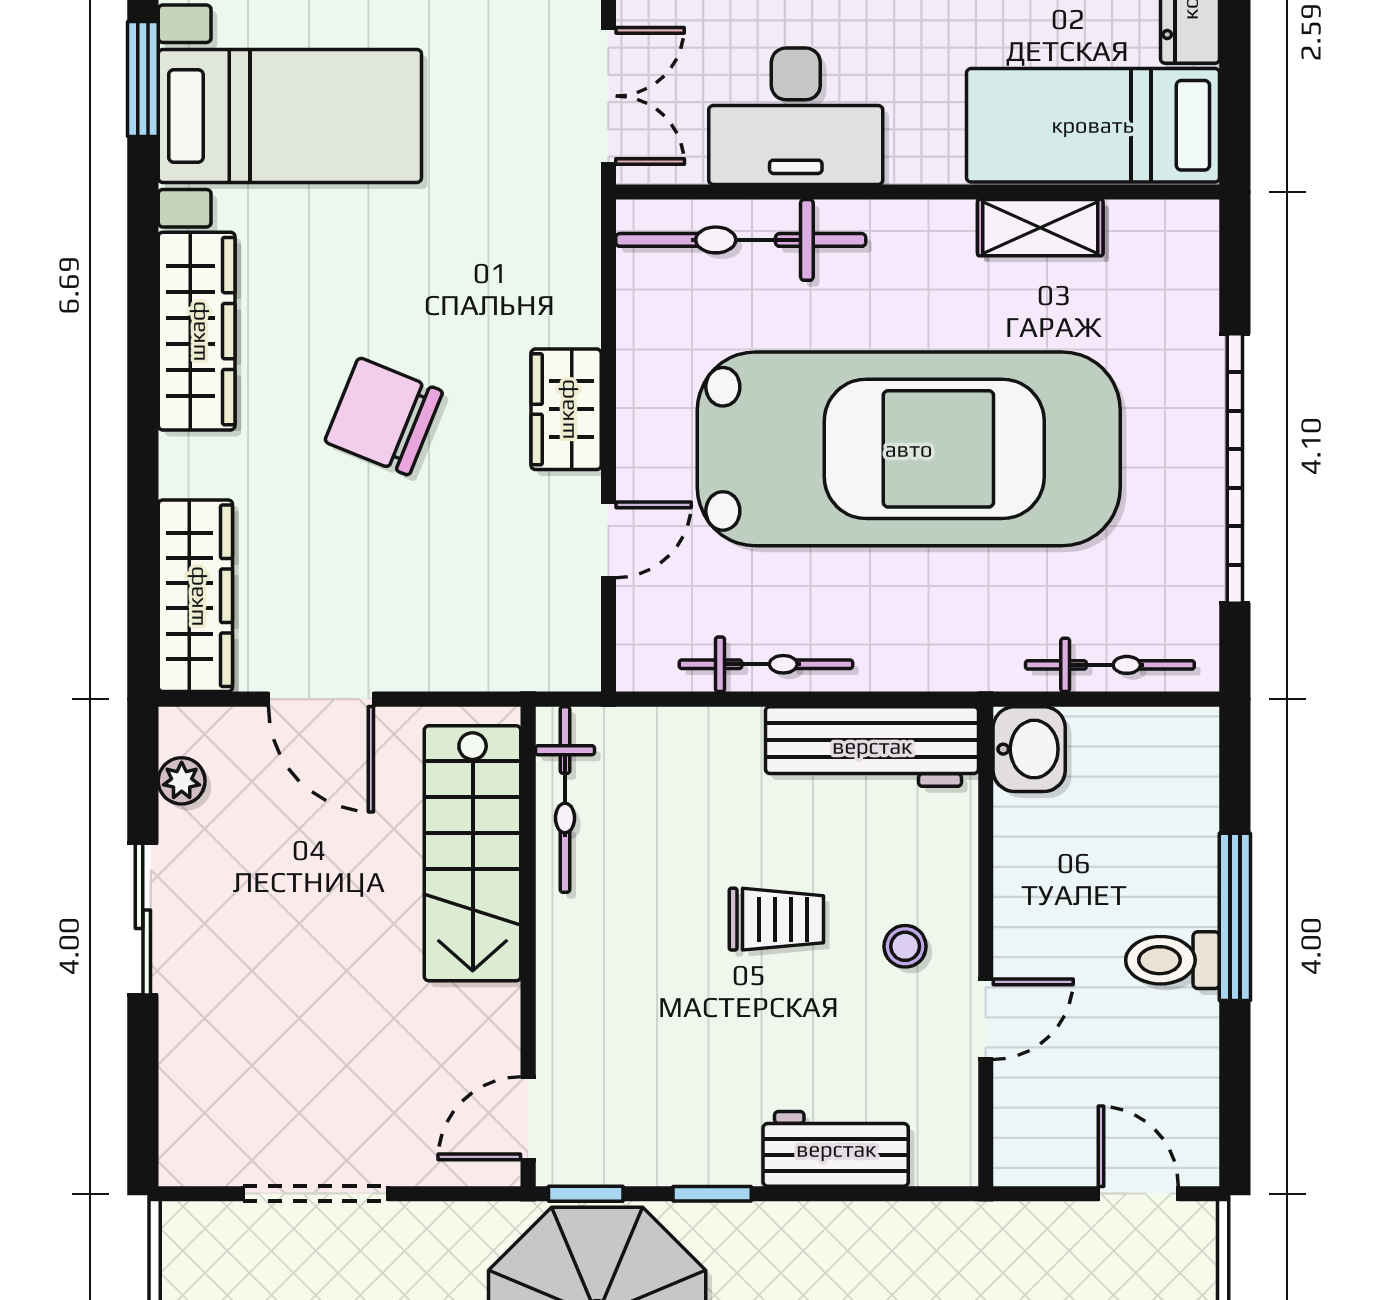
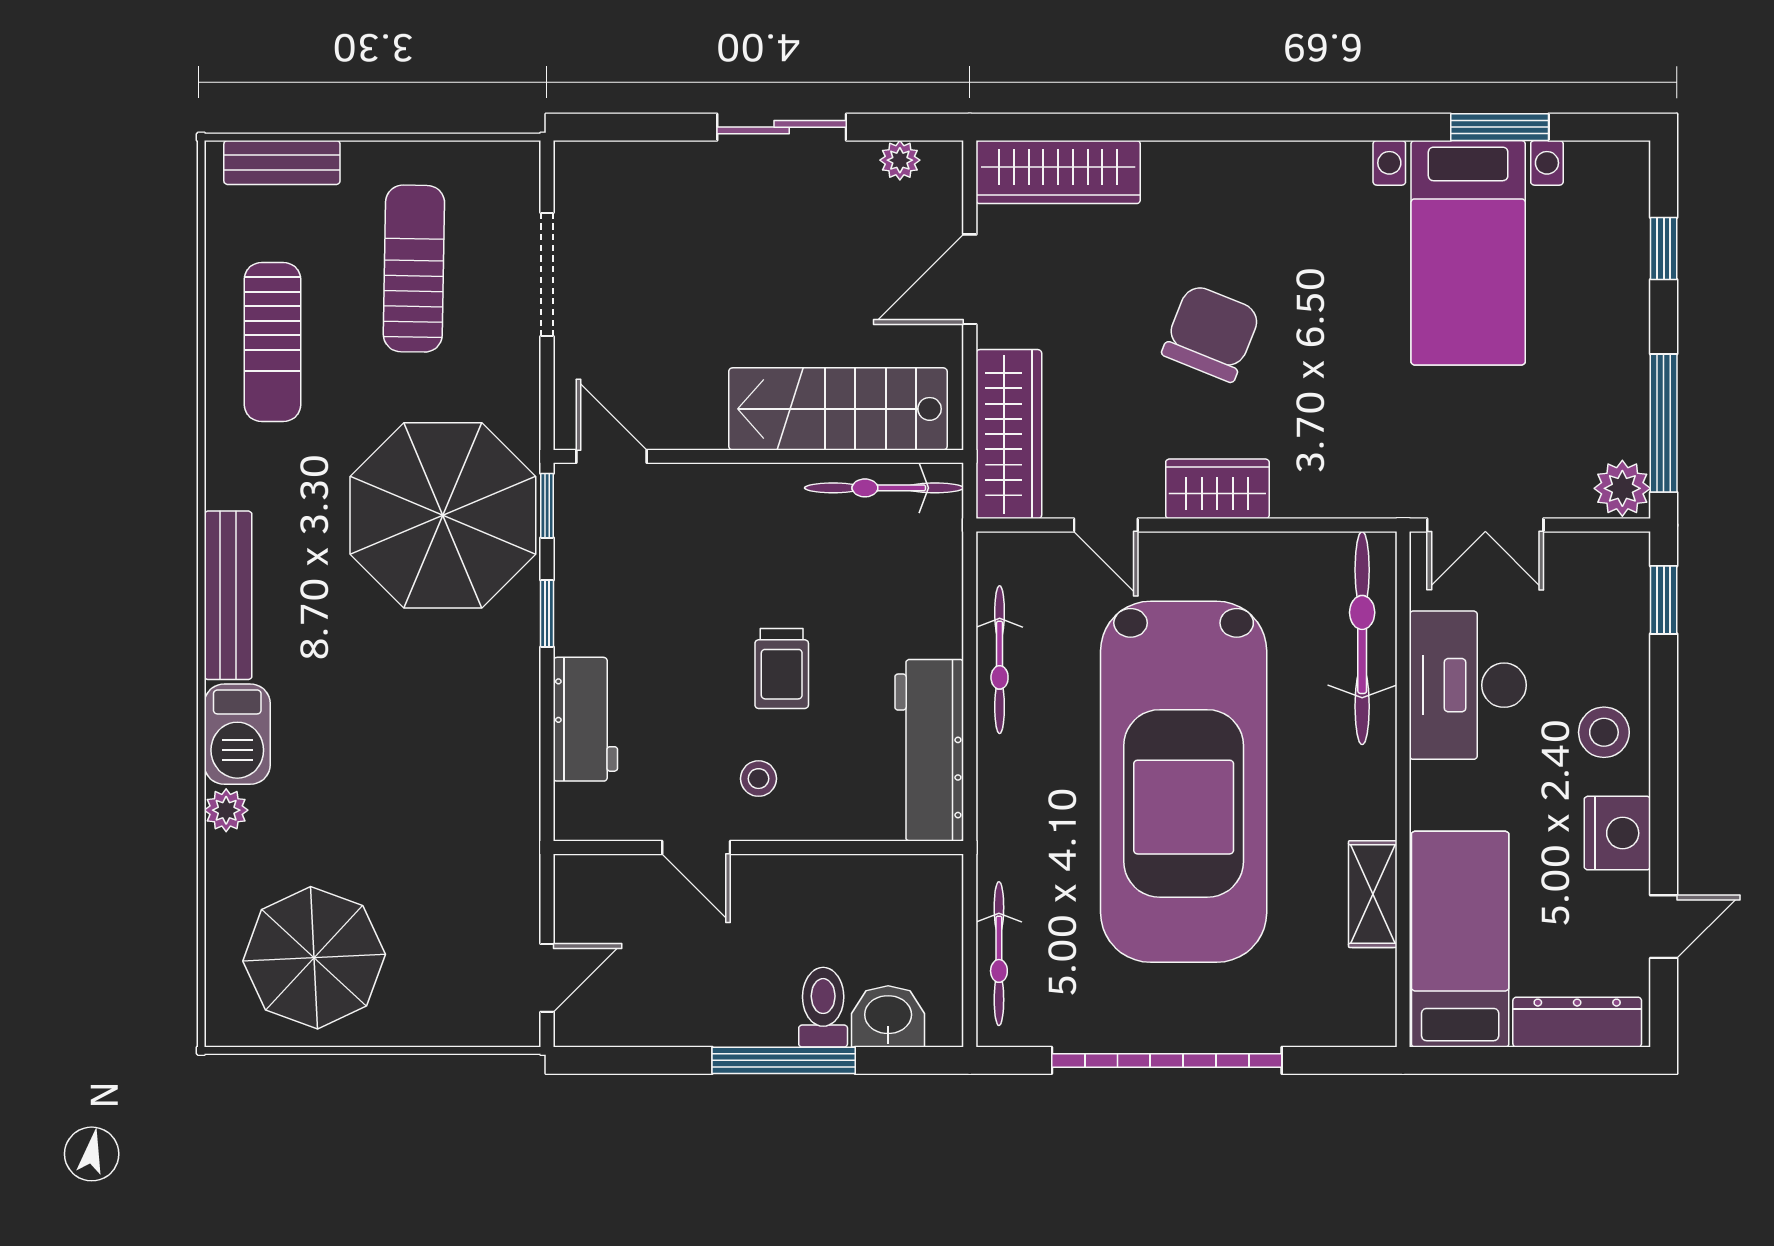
wardrobe: (197, 331) -> (1009, 434), moved, turned -90
washbasin: (1029, 749) -> (888, 1016), moved, turned 180
toilet: (1173, 960) -> (823, 1007), moved

